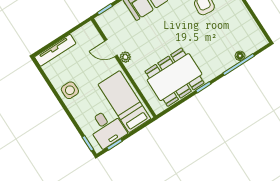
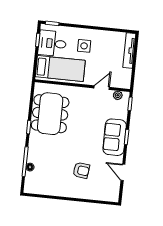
plant: (125, 57) -> (118, 95), moved
side table: (70, 90) -> (84, 46), moved

